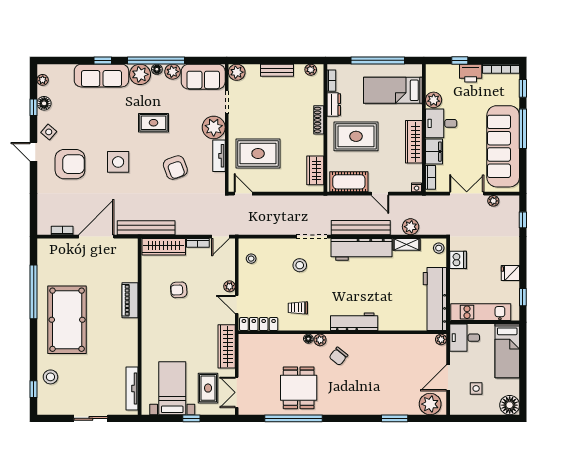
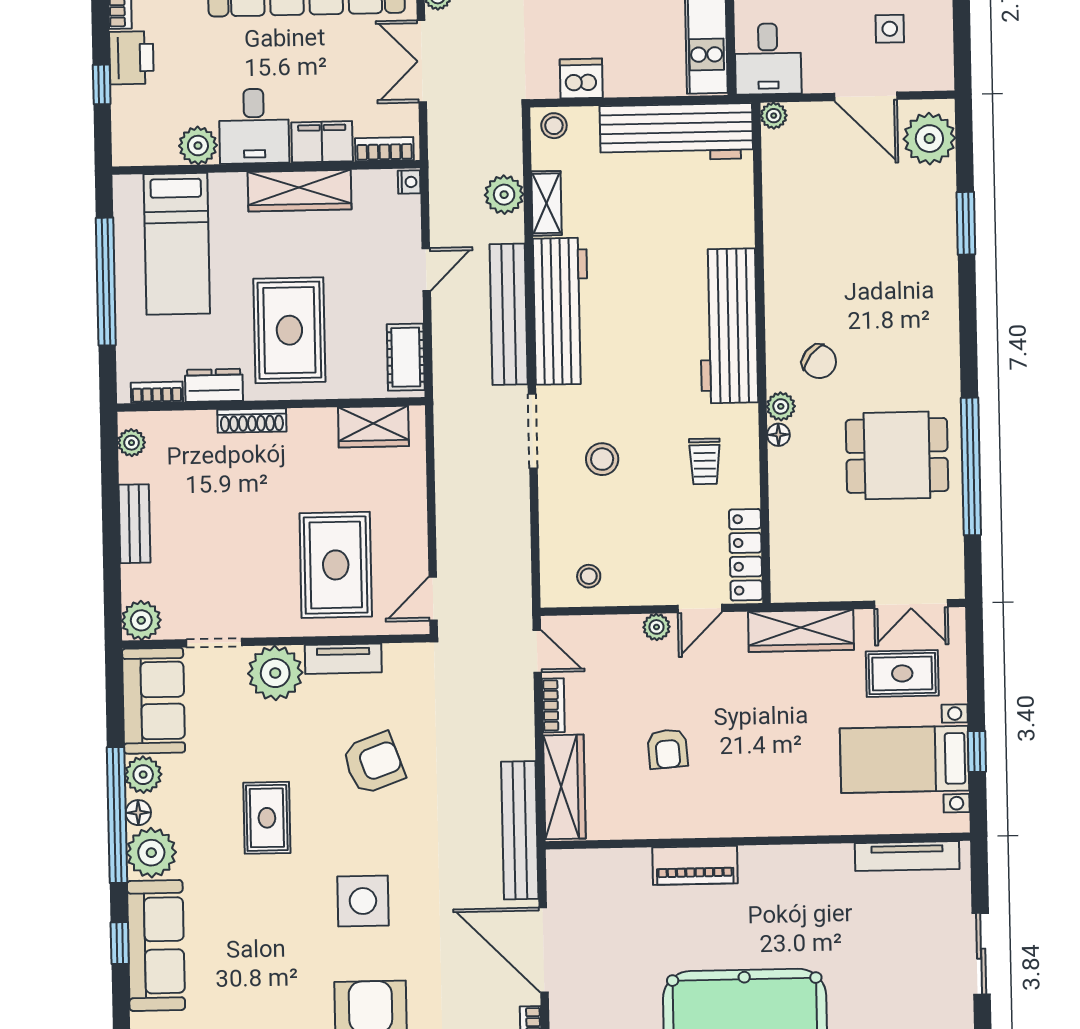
cot: (349, 182) -> (406, 357), width x0.73, depth x0.75
workbench: (354, 322) -> (729, 326), width x1.36, depth x1.32
window: (191, 418) -> (977, 751), moved

